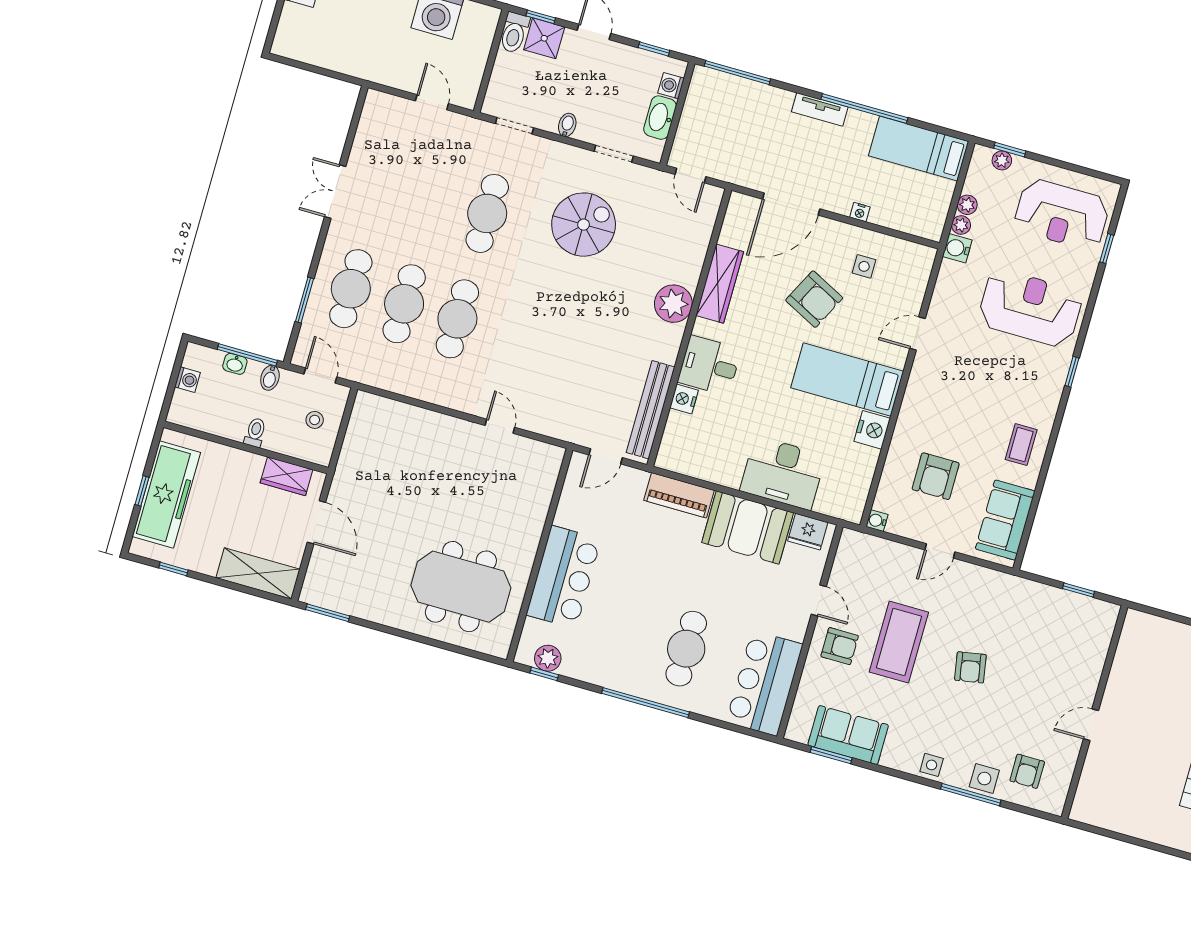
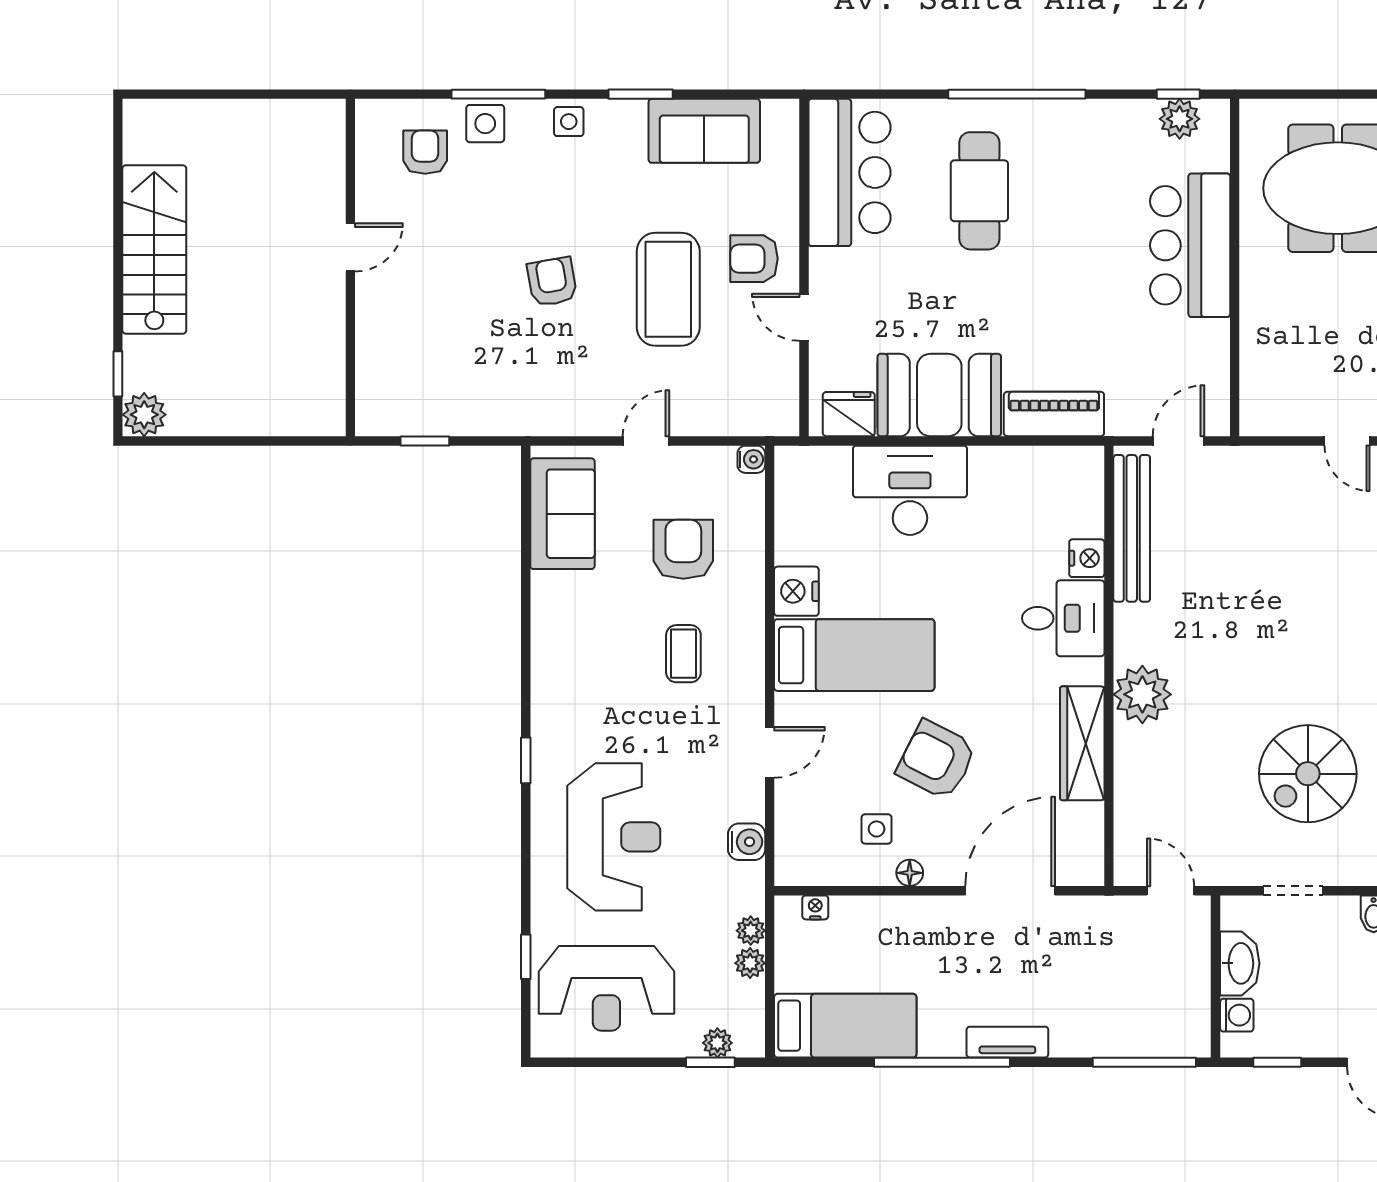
nightstand: (860, 212) -> (815, 907), moved
reception desk: (1062, 214) -> (606, 988), turned 180
floor lamp: (851, 233) -> (910, 873), added
water cooler: (957, 248) -> (747, 842), moved
reception desk: (1030, 308) -> (614, 837), turned -90
coffee table: (1021, 445) -> (683, 654), moved
window: (831, 755) -> (641, 94), moved

